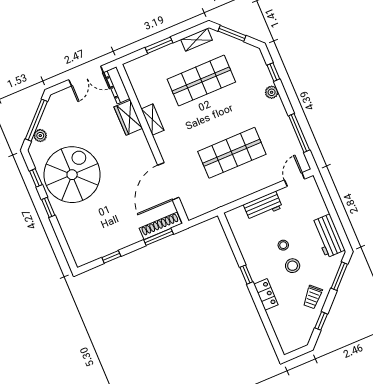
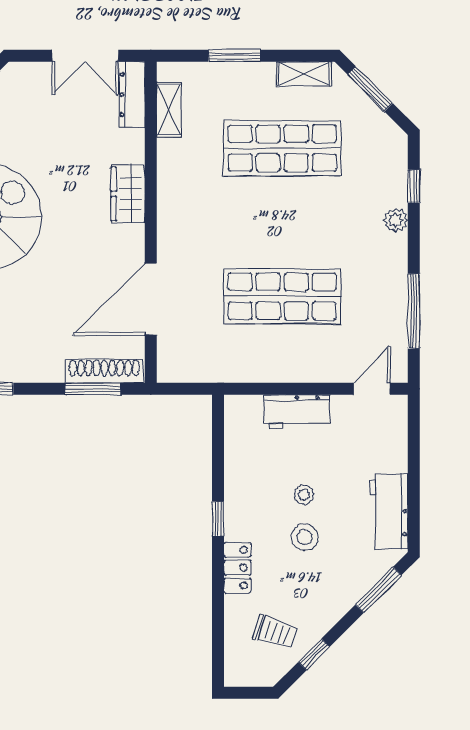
wardrobe: (128, 118) -> (128, 194), moved
shelving: (153, 120) -> (169, 110), moved
trolley: (313, 297) -> (275, 632), moved, turned -116

